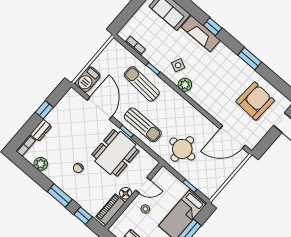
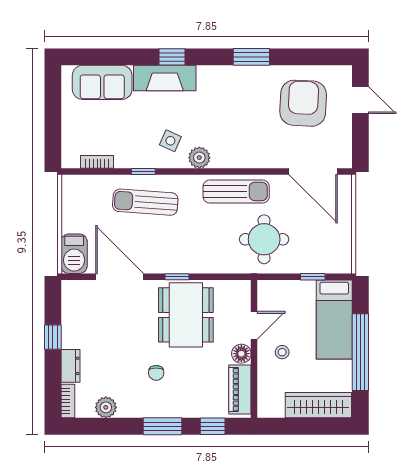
sun lounger: (143, 125) -> (236, 191), moved
door: (233, 137) -> (313, 171), hinge flipped

